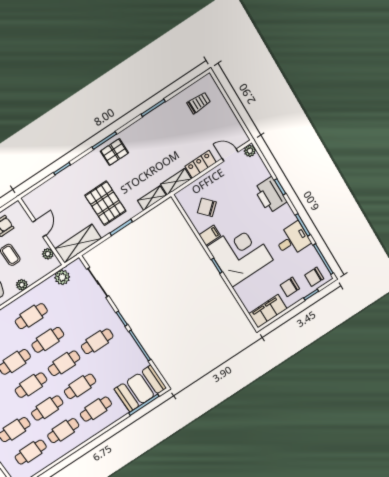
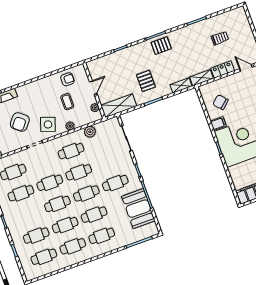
trolley: (199, 103) -> (220, 38), moved
pallet: (105, 203) -> (146, 81), width x0.67, depth x0.71
plant: (62, 277) -> (90, 132), moved
booth: (140, 389) -> (138, 209), moved, turned 90

